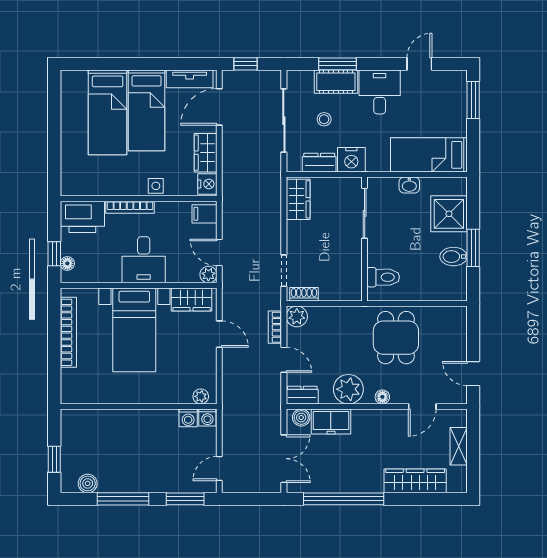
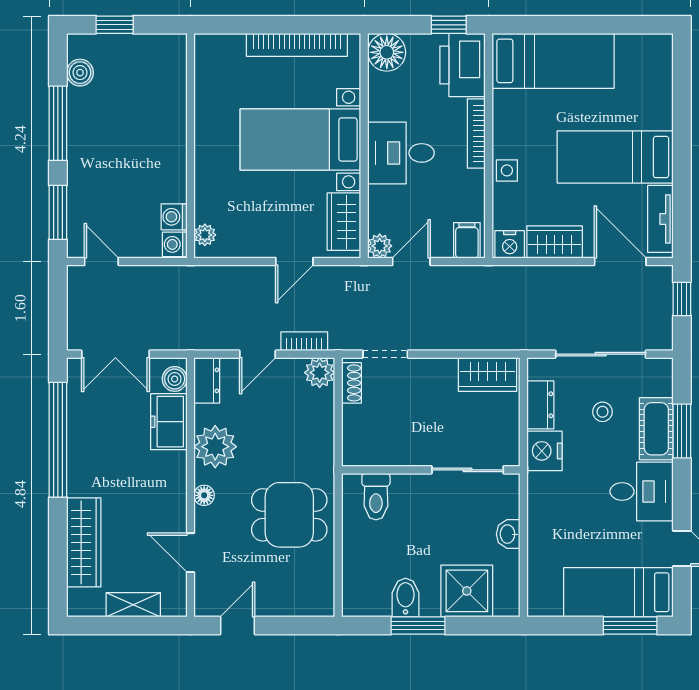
bed: (108, 112) -> (553, 61), moved, turned 180
bed: (429, 155) -> (618, 592), moved, turned -90
window: (54, 254) -> (449, 25), moved
floor lamp: (67, 263) -> (387, 52), width x1.89, depth x1.89

